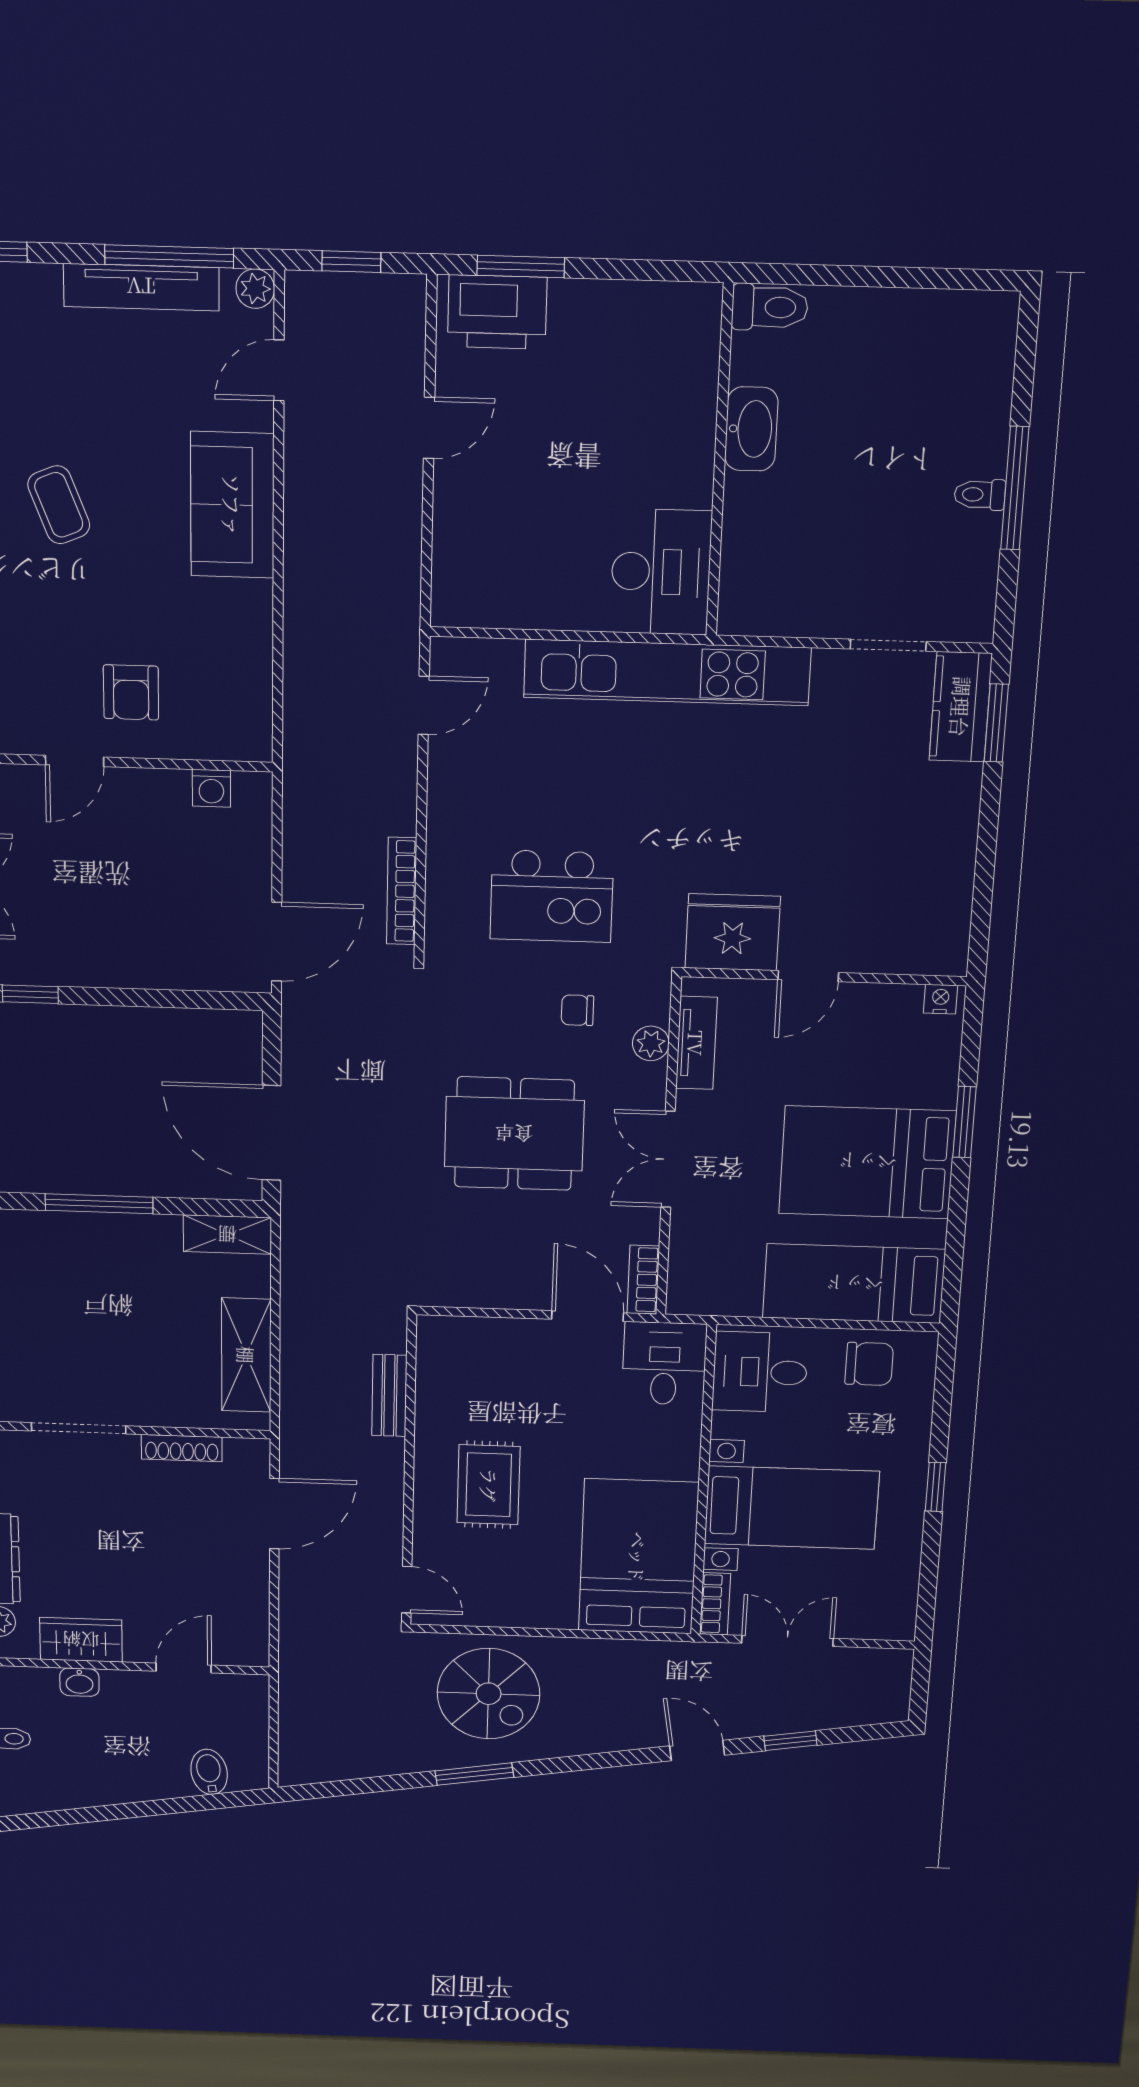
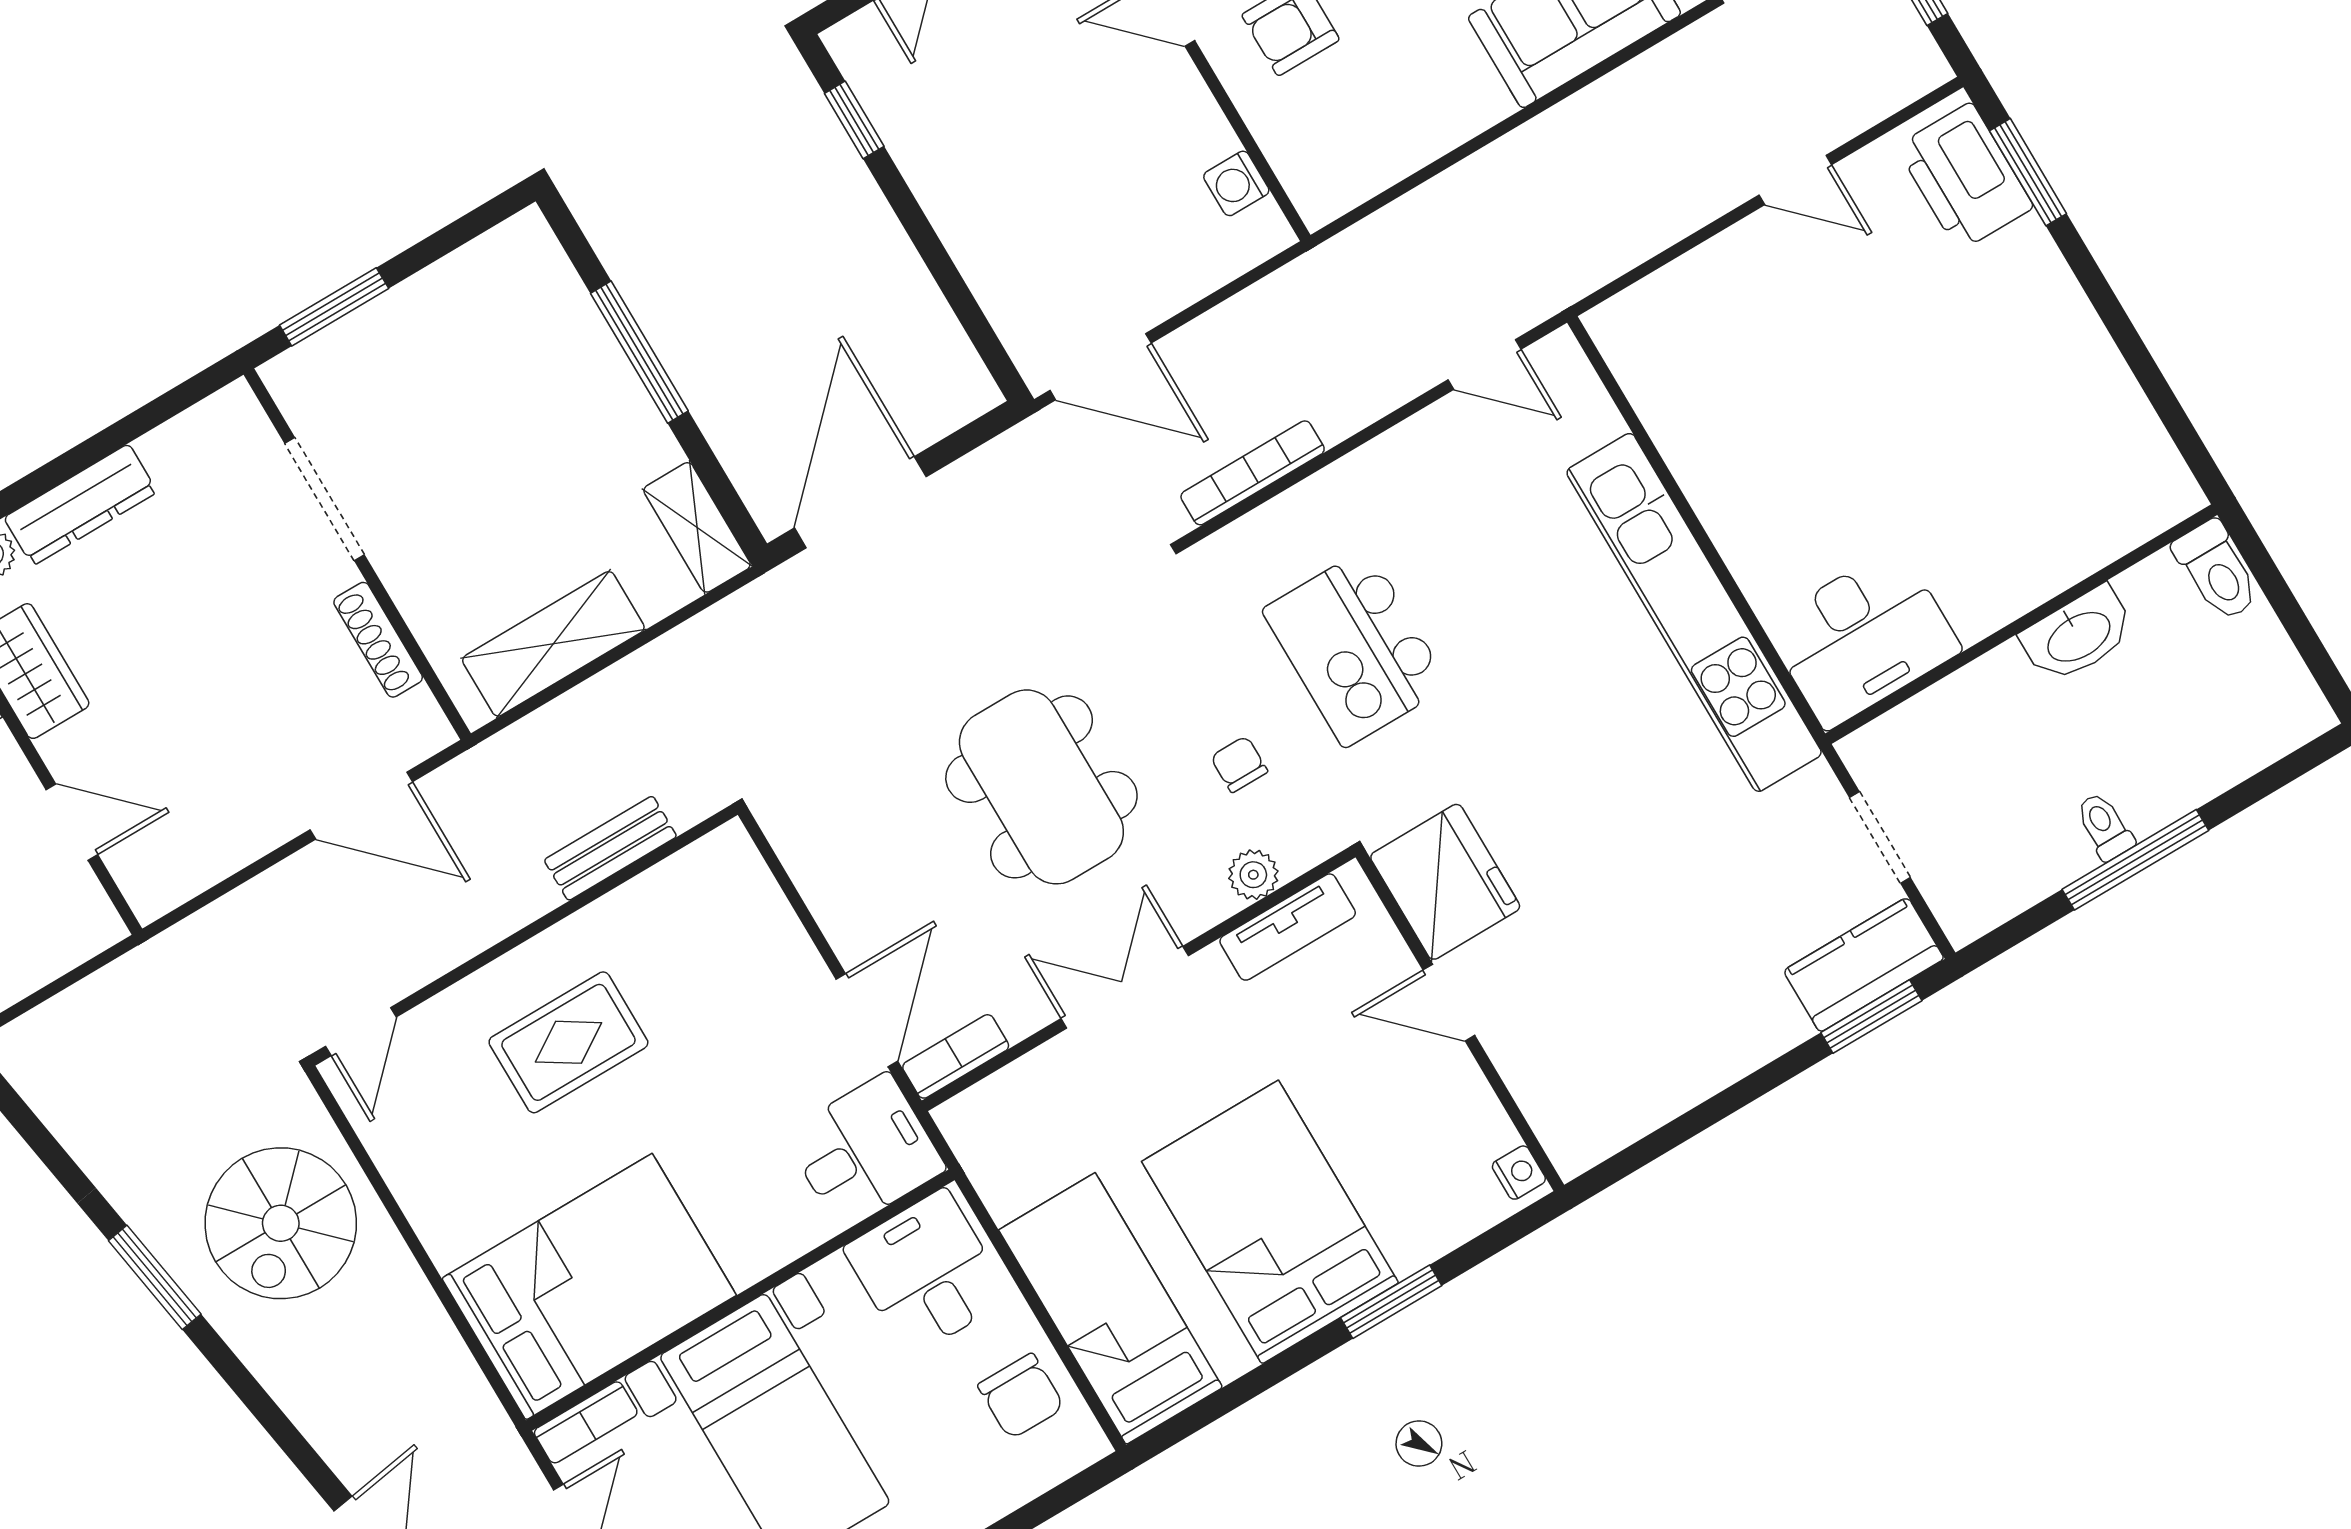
toilet: (770, 307) -> (2217, 571), moved
washbasin: (751, 429) -> (2078, 635), moved
wall: (720, 462) -> (2021, 624), moved
desk: (661, 572) -> (1862, 637), moved

